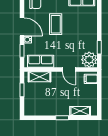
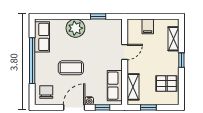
plant: (89, 60) -> (75, 28), moved
filing cabinet: (91, 79) -> (148, 26), moved
pallet: (42, 105) -> (166, 84), added

